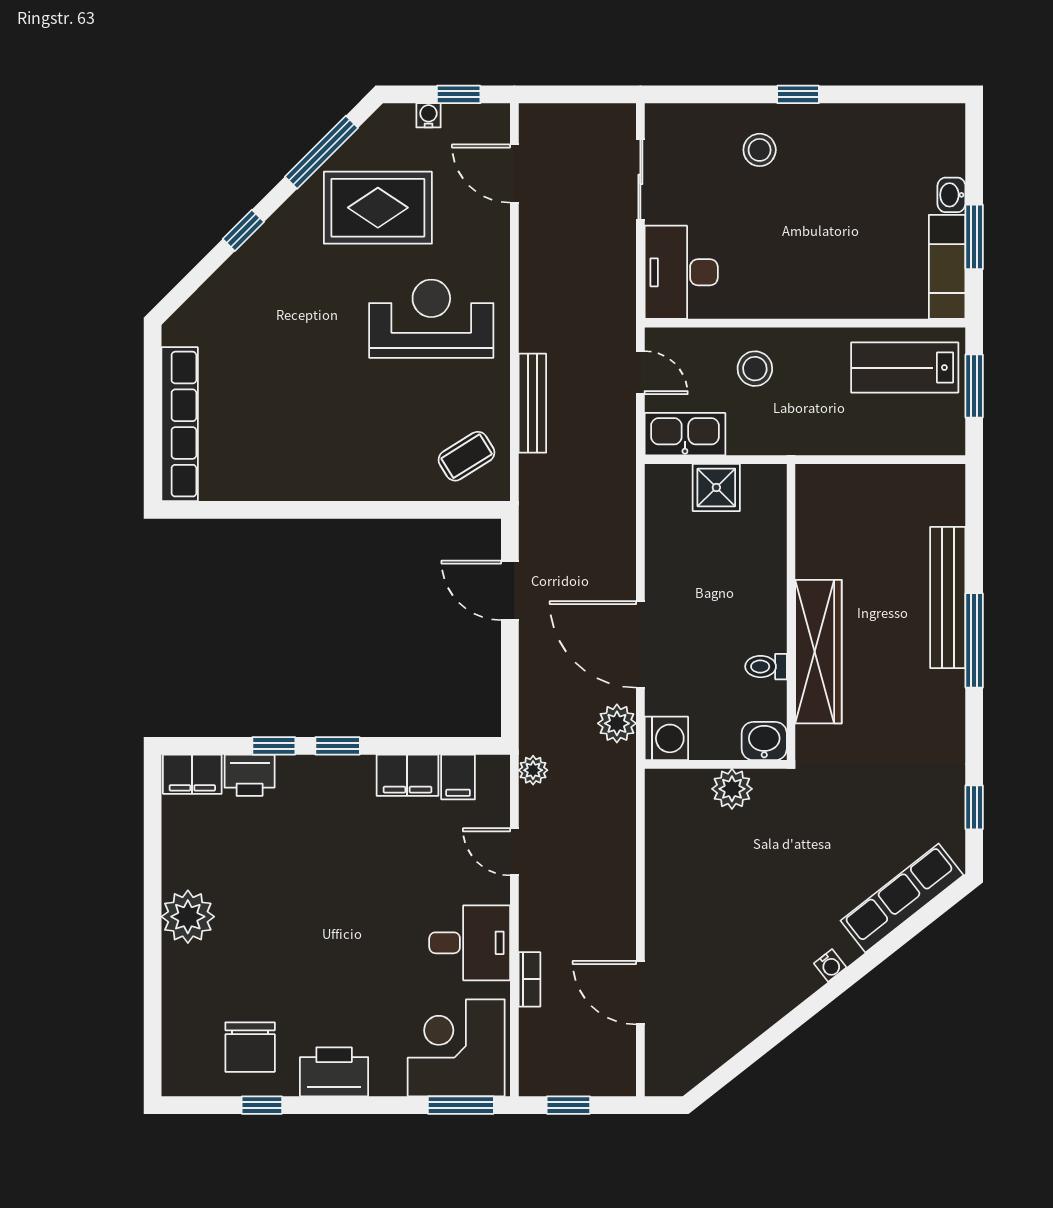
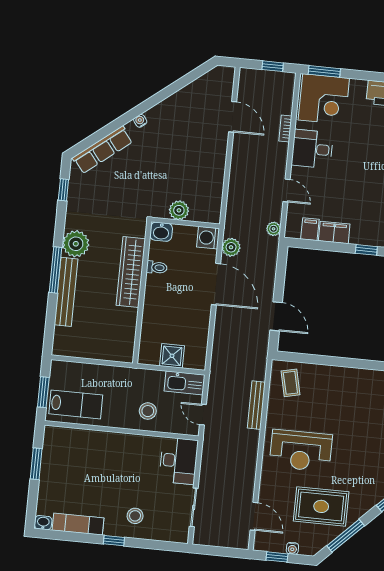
washbasin: (951, 195) -> (43, 523), moved, turned -90
exam couch: (947, 267) -> (78, 524), moved, turned -90
coffee table: (467, 456) -> (290, 383), turned -71
plant: (938, 699) -> (76, 244), added

